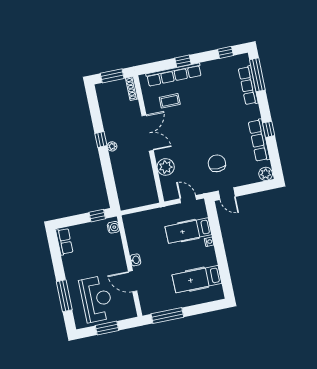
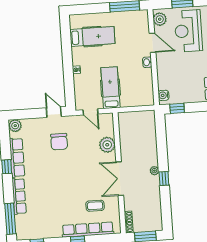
row of seats: (248, 85) -> (19, 196), moved
hospital bed: (188, 231) -> (110, 88), moved, turned -90
plant: (128, 307) -> (160, 19), added

